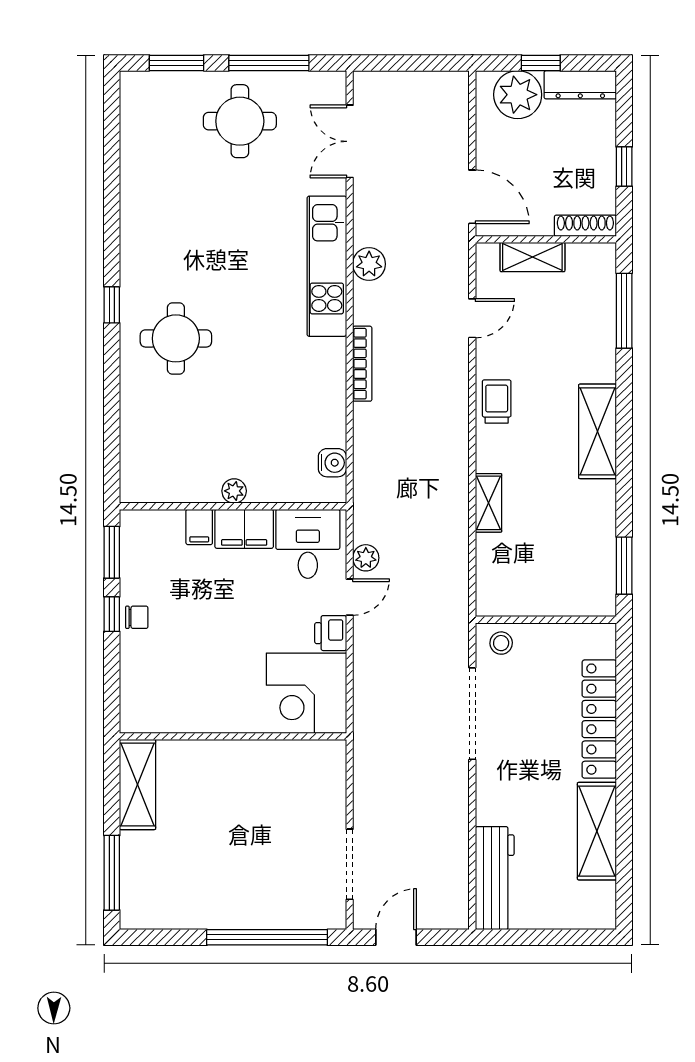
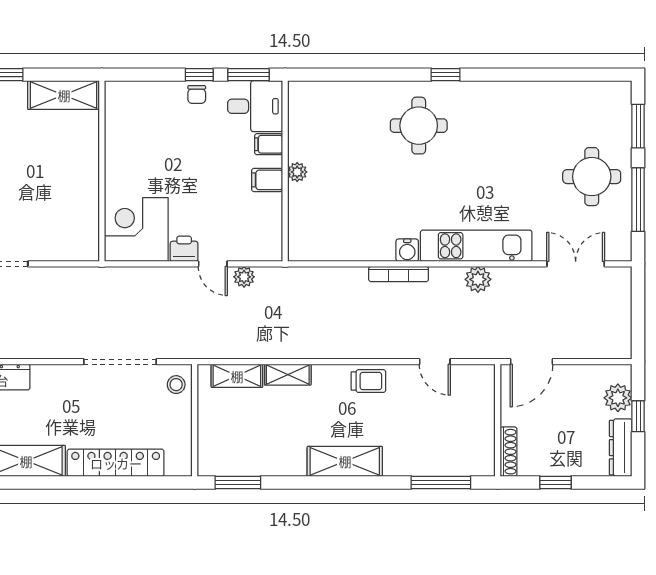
plant: (518, 95) -> (618, 398), width x0.73, depth x0.73
shelving: (532, 257) -> (237, 376), moved, turned 90
water cooler: (332, 463) -> (407, 250), moved
filing cabinet: (244, 529) -> (267, 180), width x0.50
desk: (308, 544) -> (255, 106), moved

